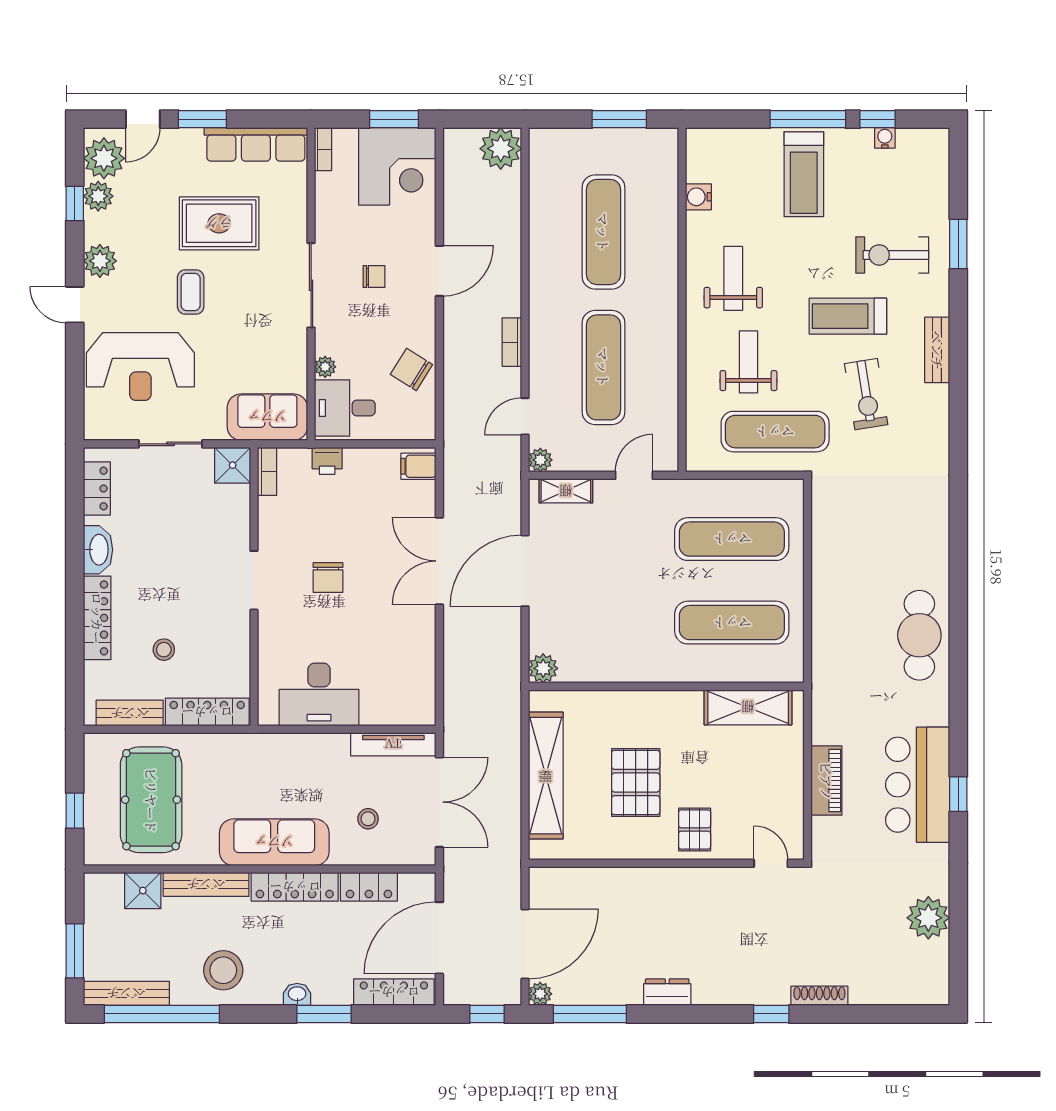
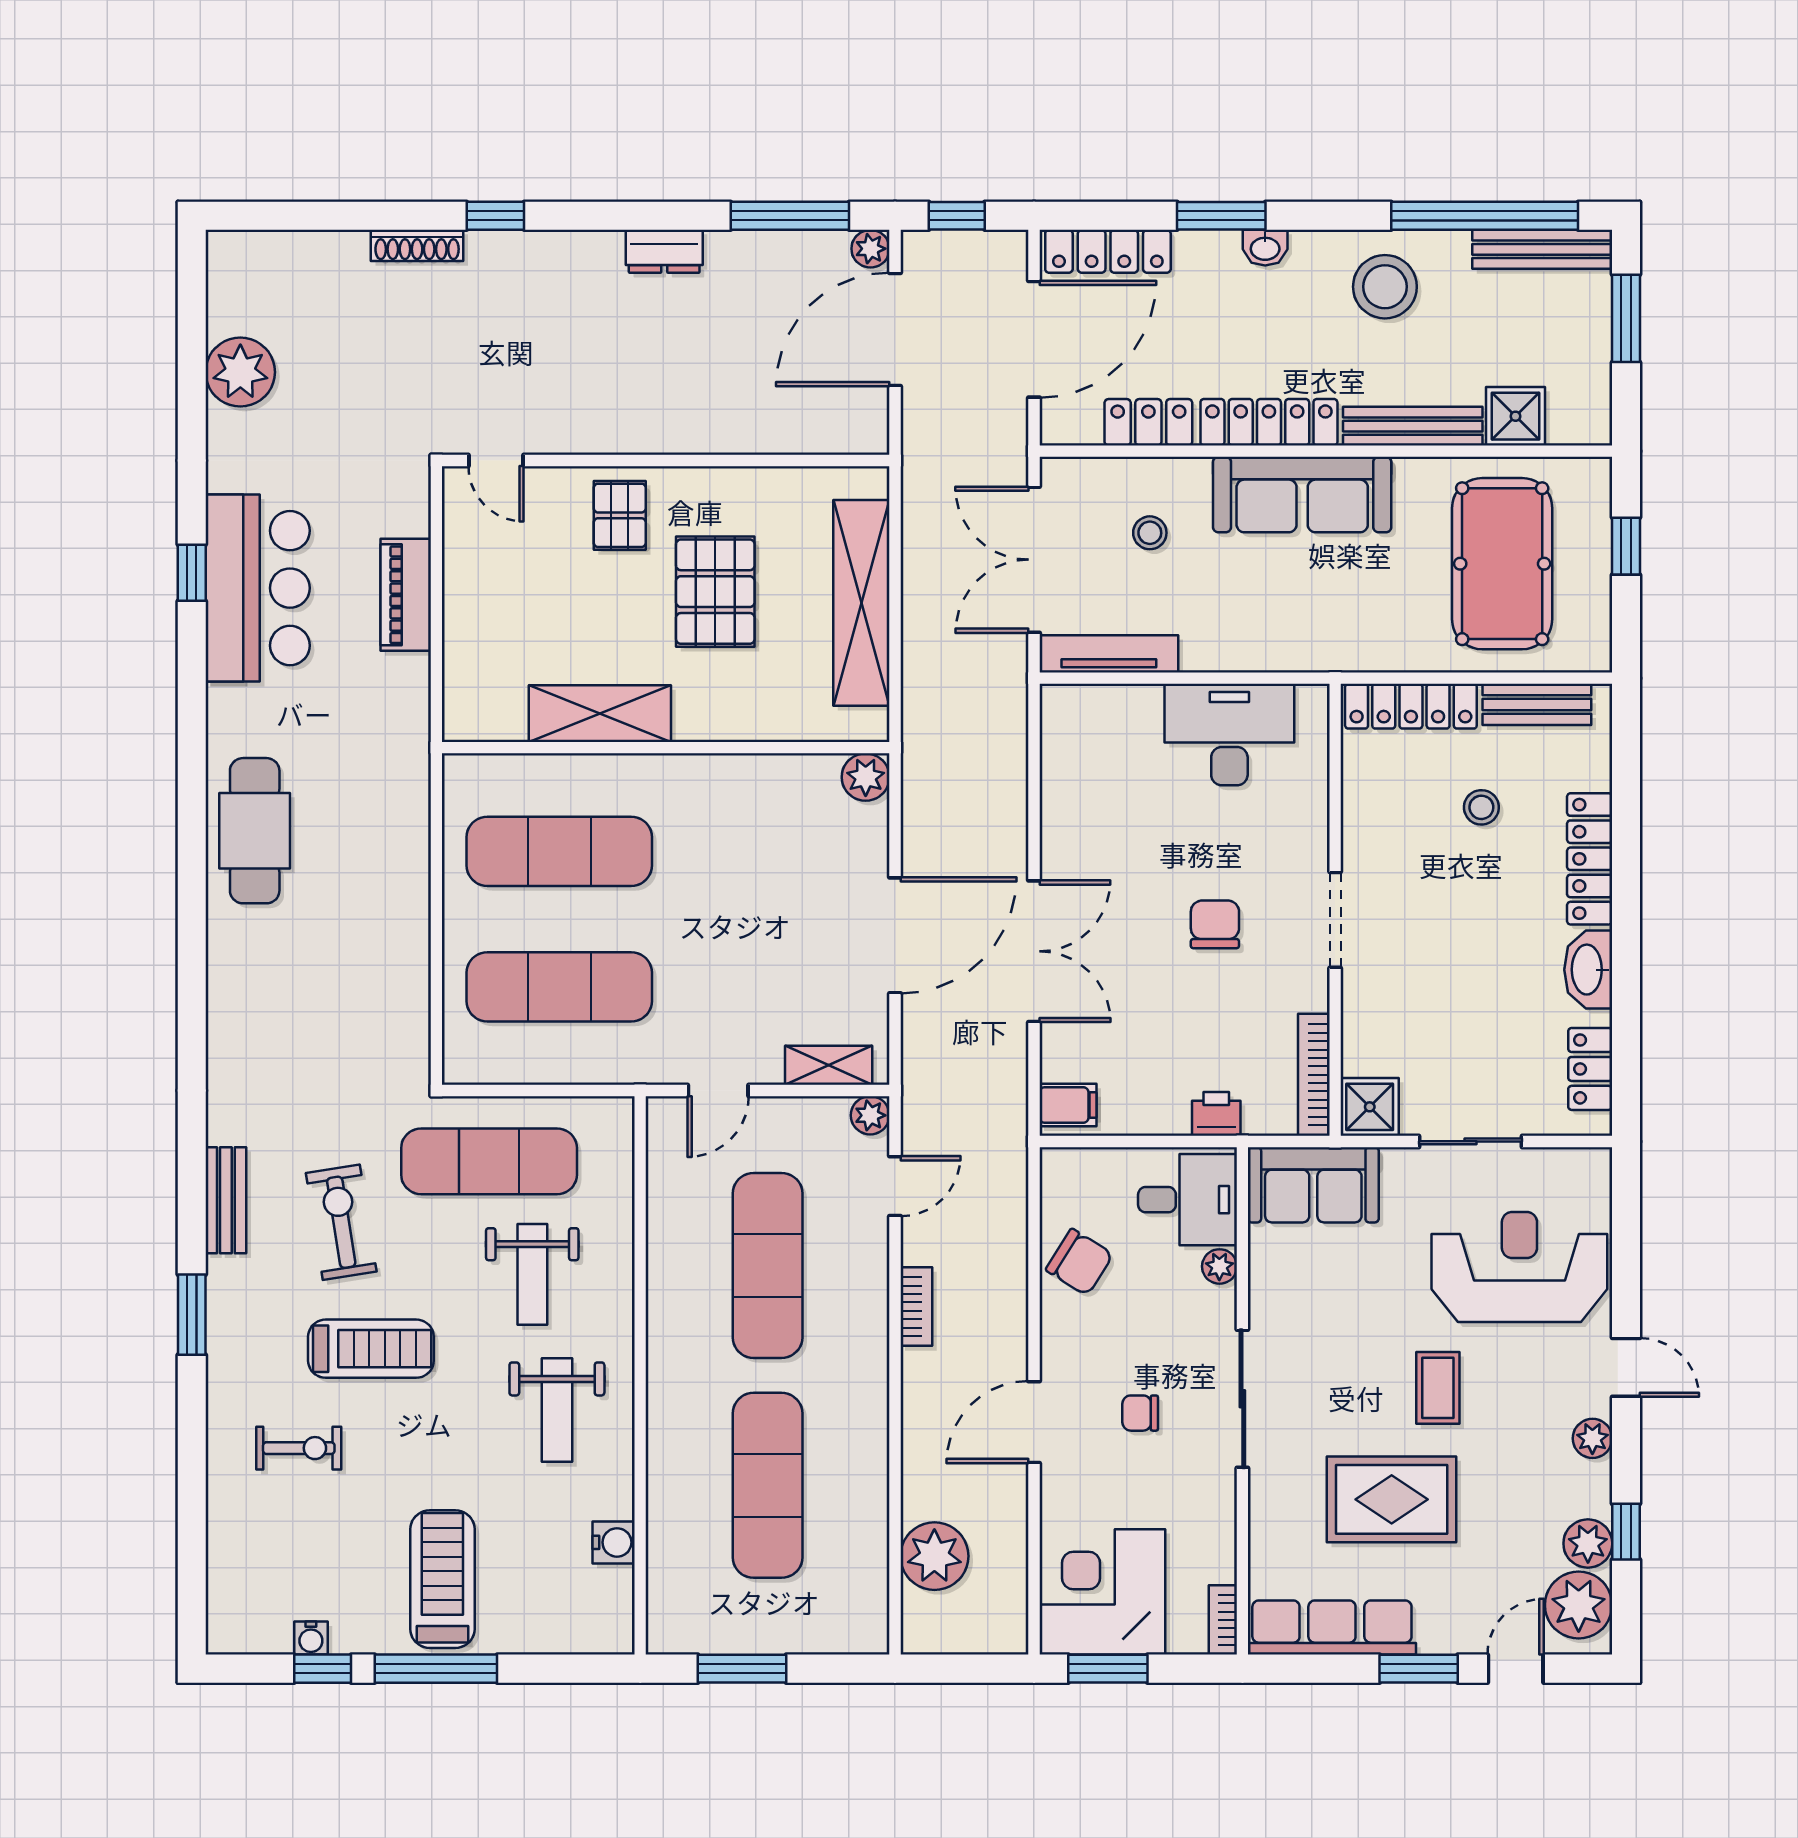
plant: (501, 149) -> (934, 1556), moved
window: (958, 244) -> (192, 1315), moved
exercise bike: (892, 255) -> (299, 1448), width x0.73, depth x0.72
plant: (100, 261) -> (1592, 1438), width x0.73, depth x0.73
bench: (937, 350) -> (226, 1200), moved
bookcase: (267, 471) -> (1314, 1075), width x1.56
shelving: (748, 707) -> (600, 714), moved

